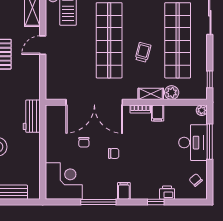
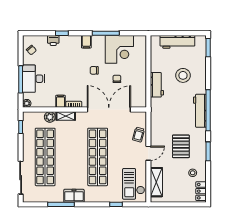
trolley: (143, 52) -> (138, 135), moved
workbench: (32, 116) -> (157, 85), moved
corner desk: (64, 181) -> (119, 49), moved, turned -90

